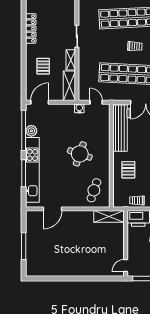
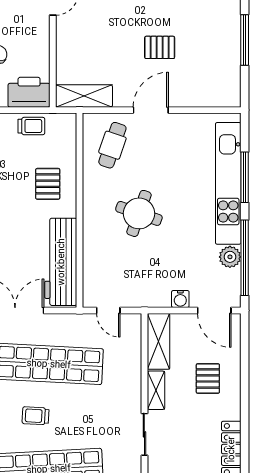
door: (40, 102) -> (214, 311), hinge flipped
water cooler: (79, 108) -> (180, 299), moved
door: (53, 209) -> (151, 110), moved
pallet: (69, 242) -> (160, 47), added

